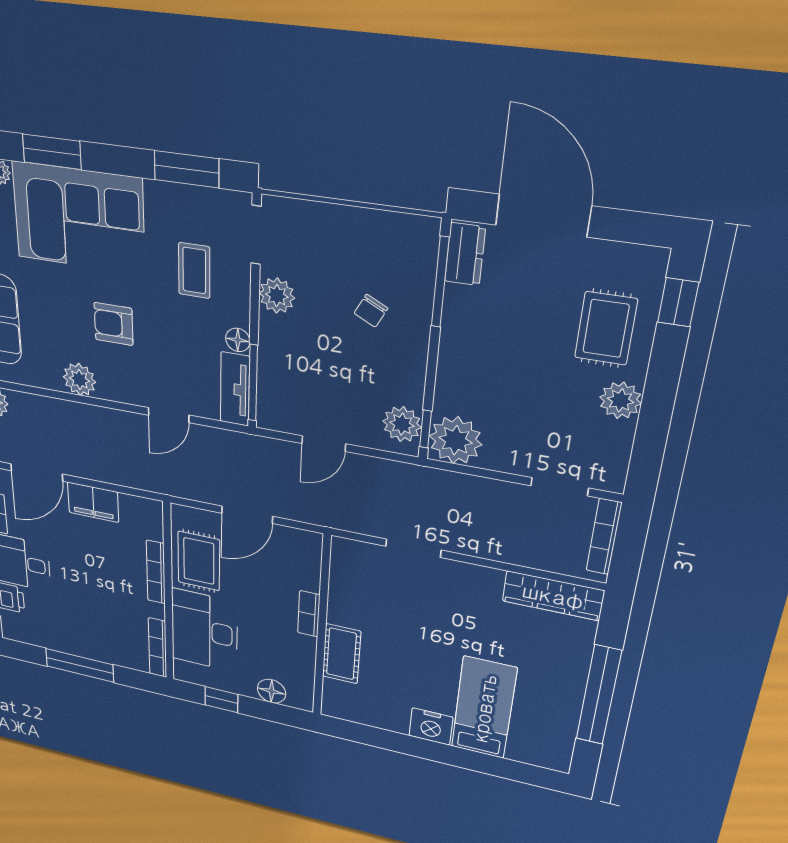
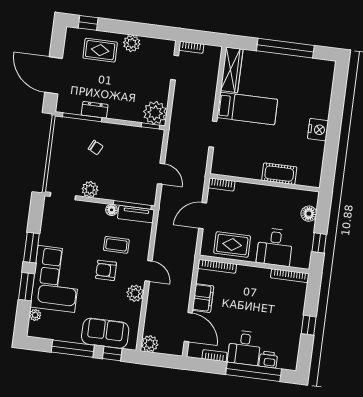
window: (186, 169) -> (31, 248), moved
door: (543, 215) -> (54, 75), hinge flipped
dresser: (465, 254) -> (95, 110), moved
coffee table: (194, 271) -> (116, 245), moved
armchair: (114, 324) -> (106, 270), turned 90
door: (169, 415) -> (149, 271), moved
plant: (402, 424) -> (149, 137), removed
door: (247, 515) -> (203, 216), swing flipped
bookcase: (604, 537) -> (191, 47), width x0.64
bookcase: (156, 572) -> (217, 266), moved
bookcase: (309, 614) -> (222, 184), moved
desk: (204, 631) -> (275, 247), width x0.73
window: (80, 665) -> (309, 325), width x0.46
bed: (484, 708) -> (247, 109), moved, turned 180

